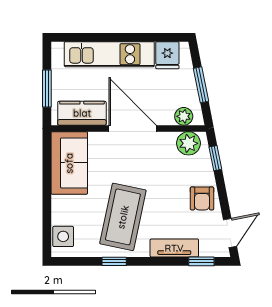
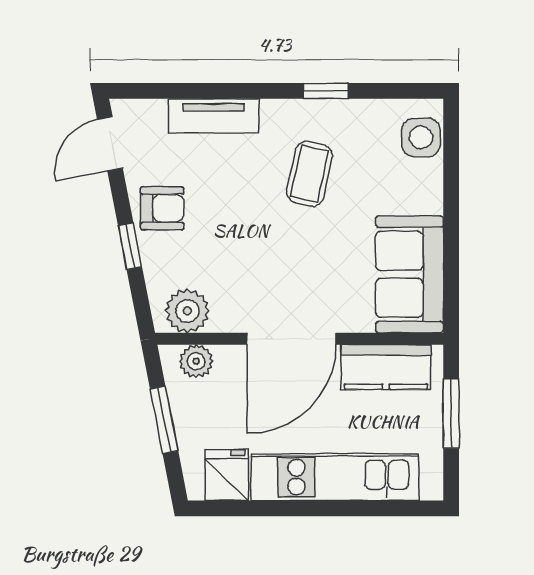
door: (133, 128) -> (291, 339), hinge flipped
window: (215, 158) -> (130, 246), moved
armchair: (202, 198) -> (162, 208), turned 90
coffee table: (123, 217) -> (310, 174), width x0.54, depth x0.58
window: (201, 261) -> (163, 91), removed

